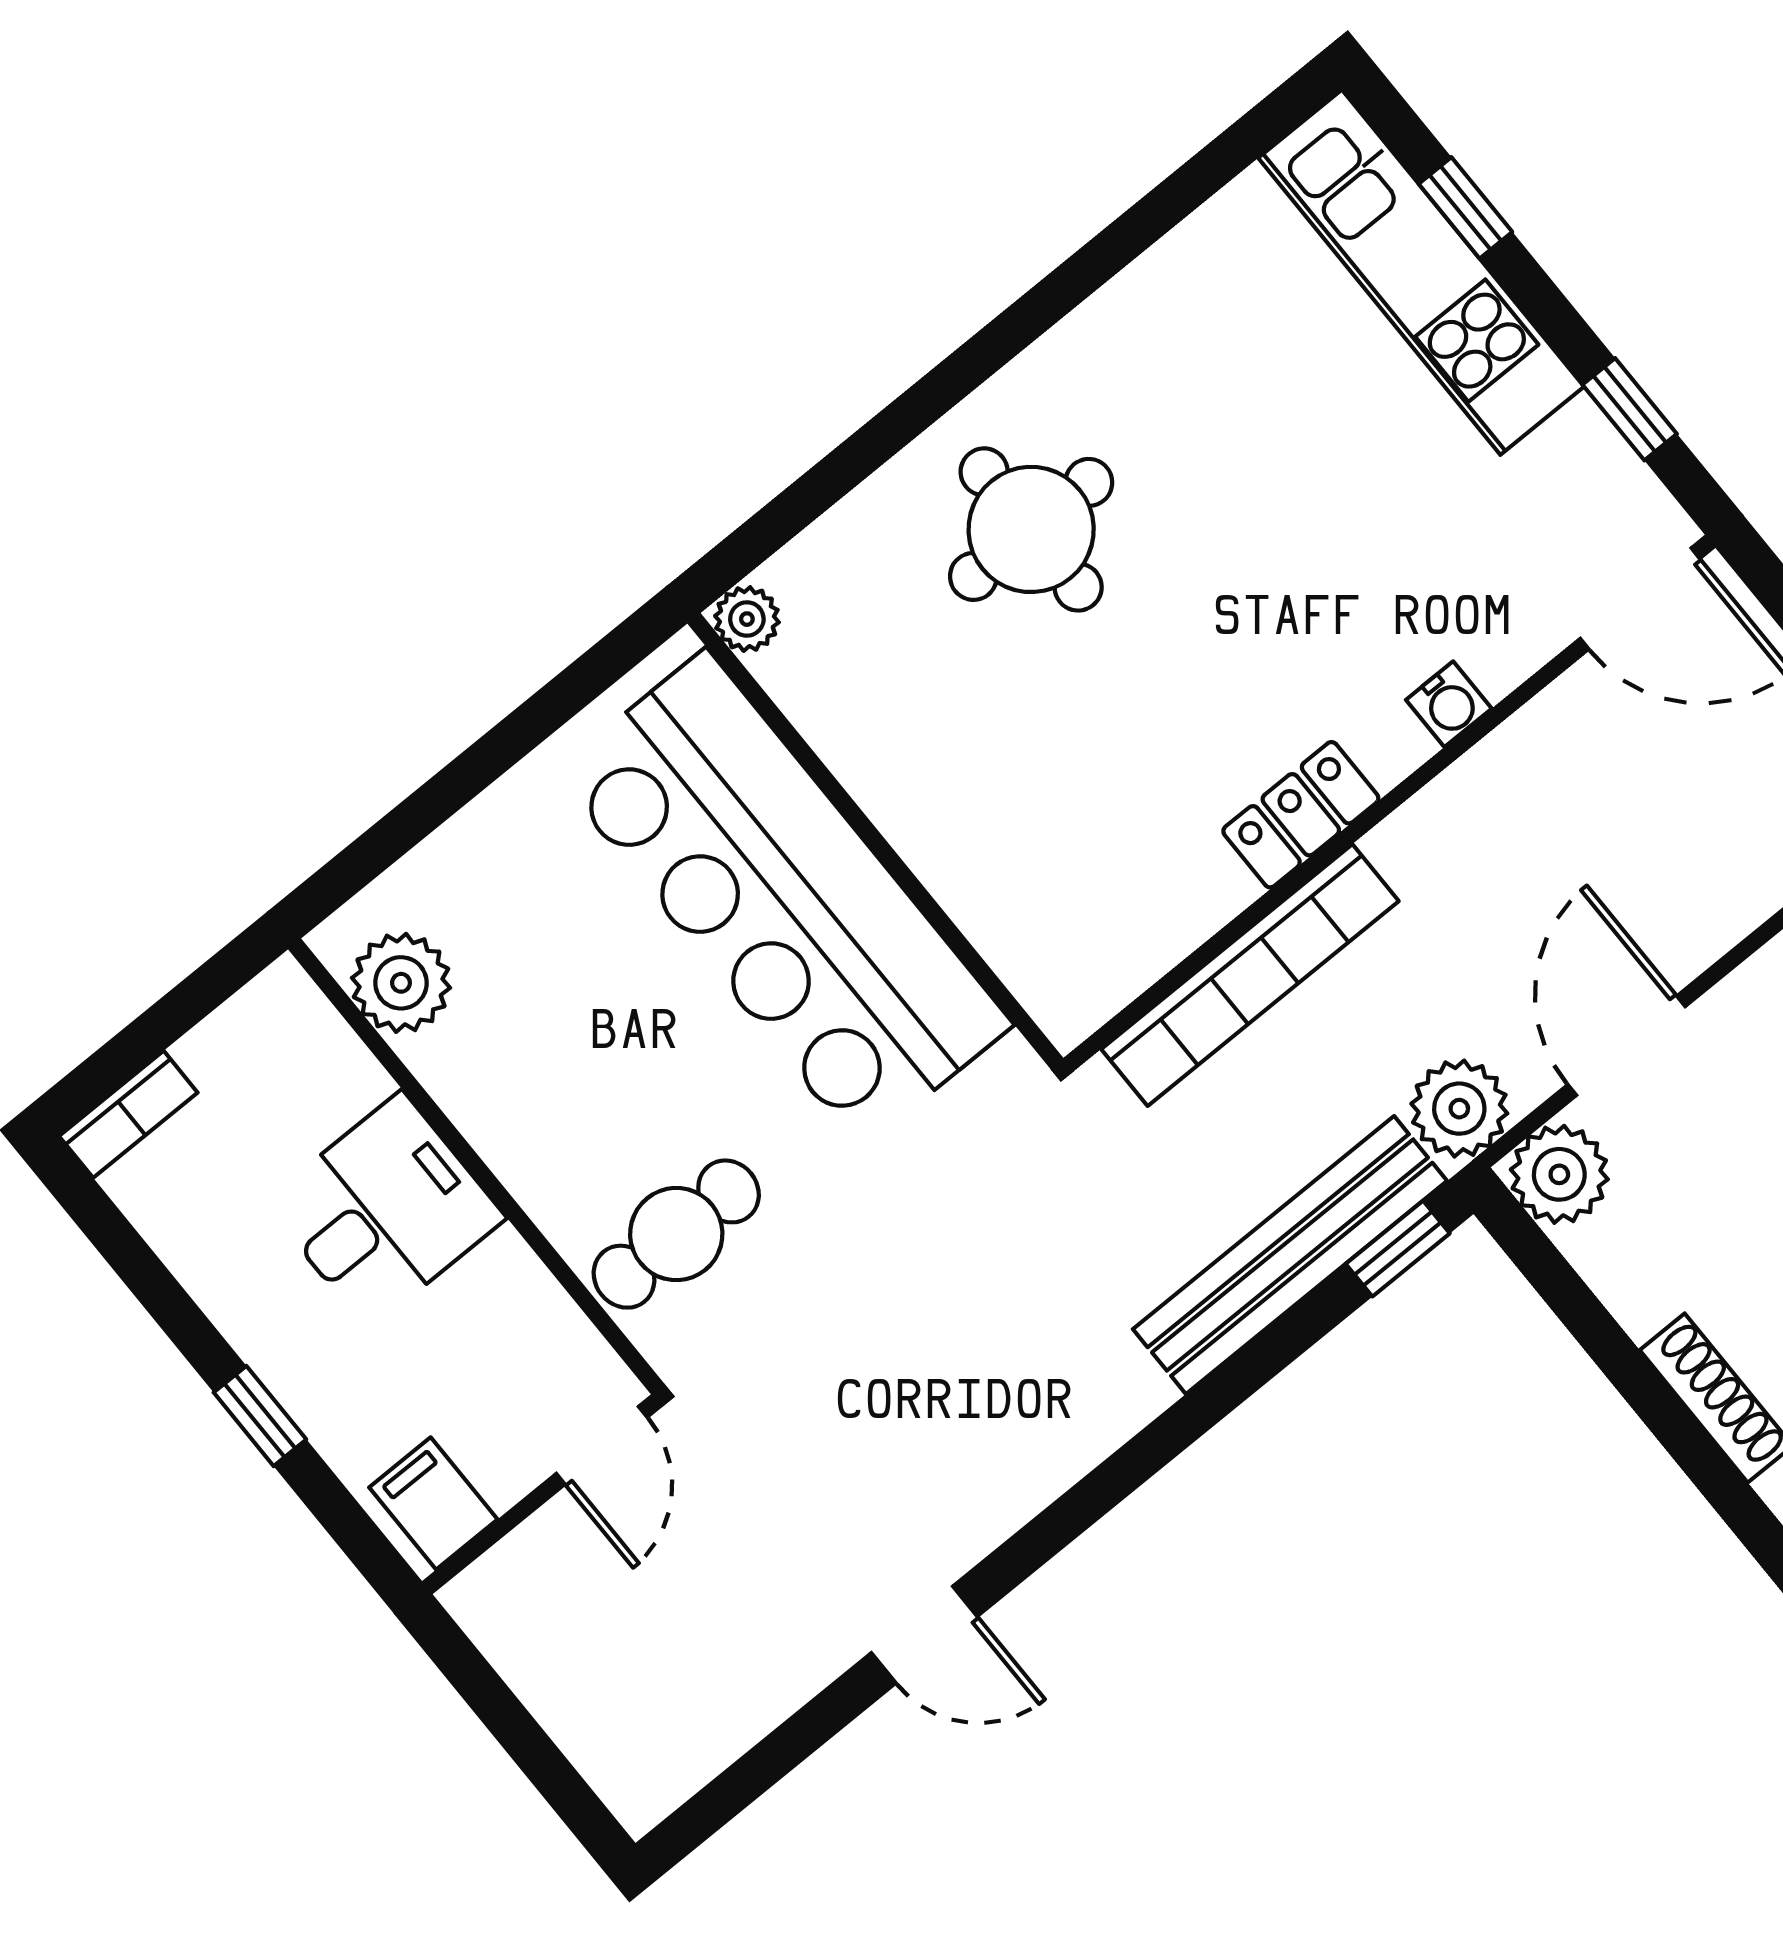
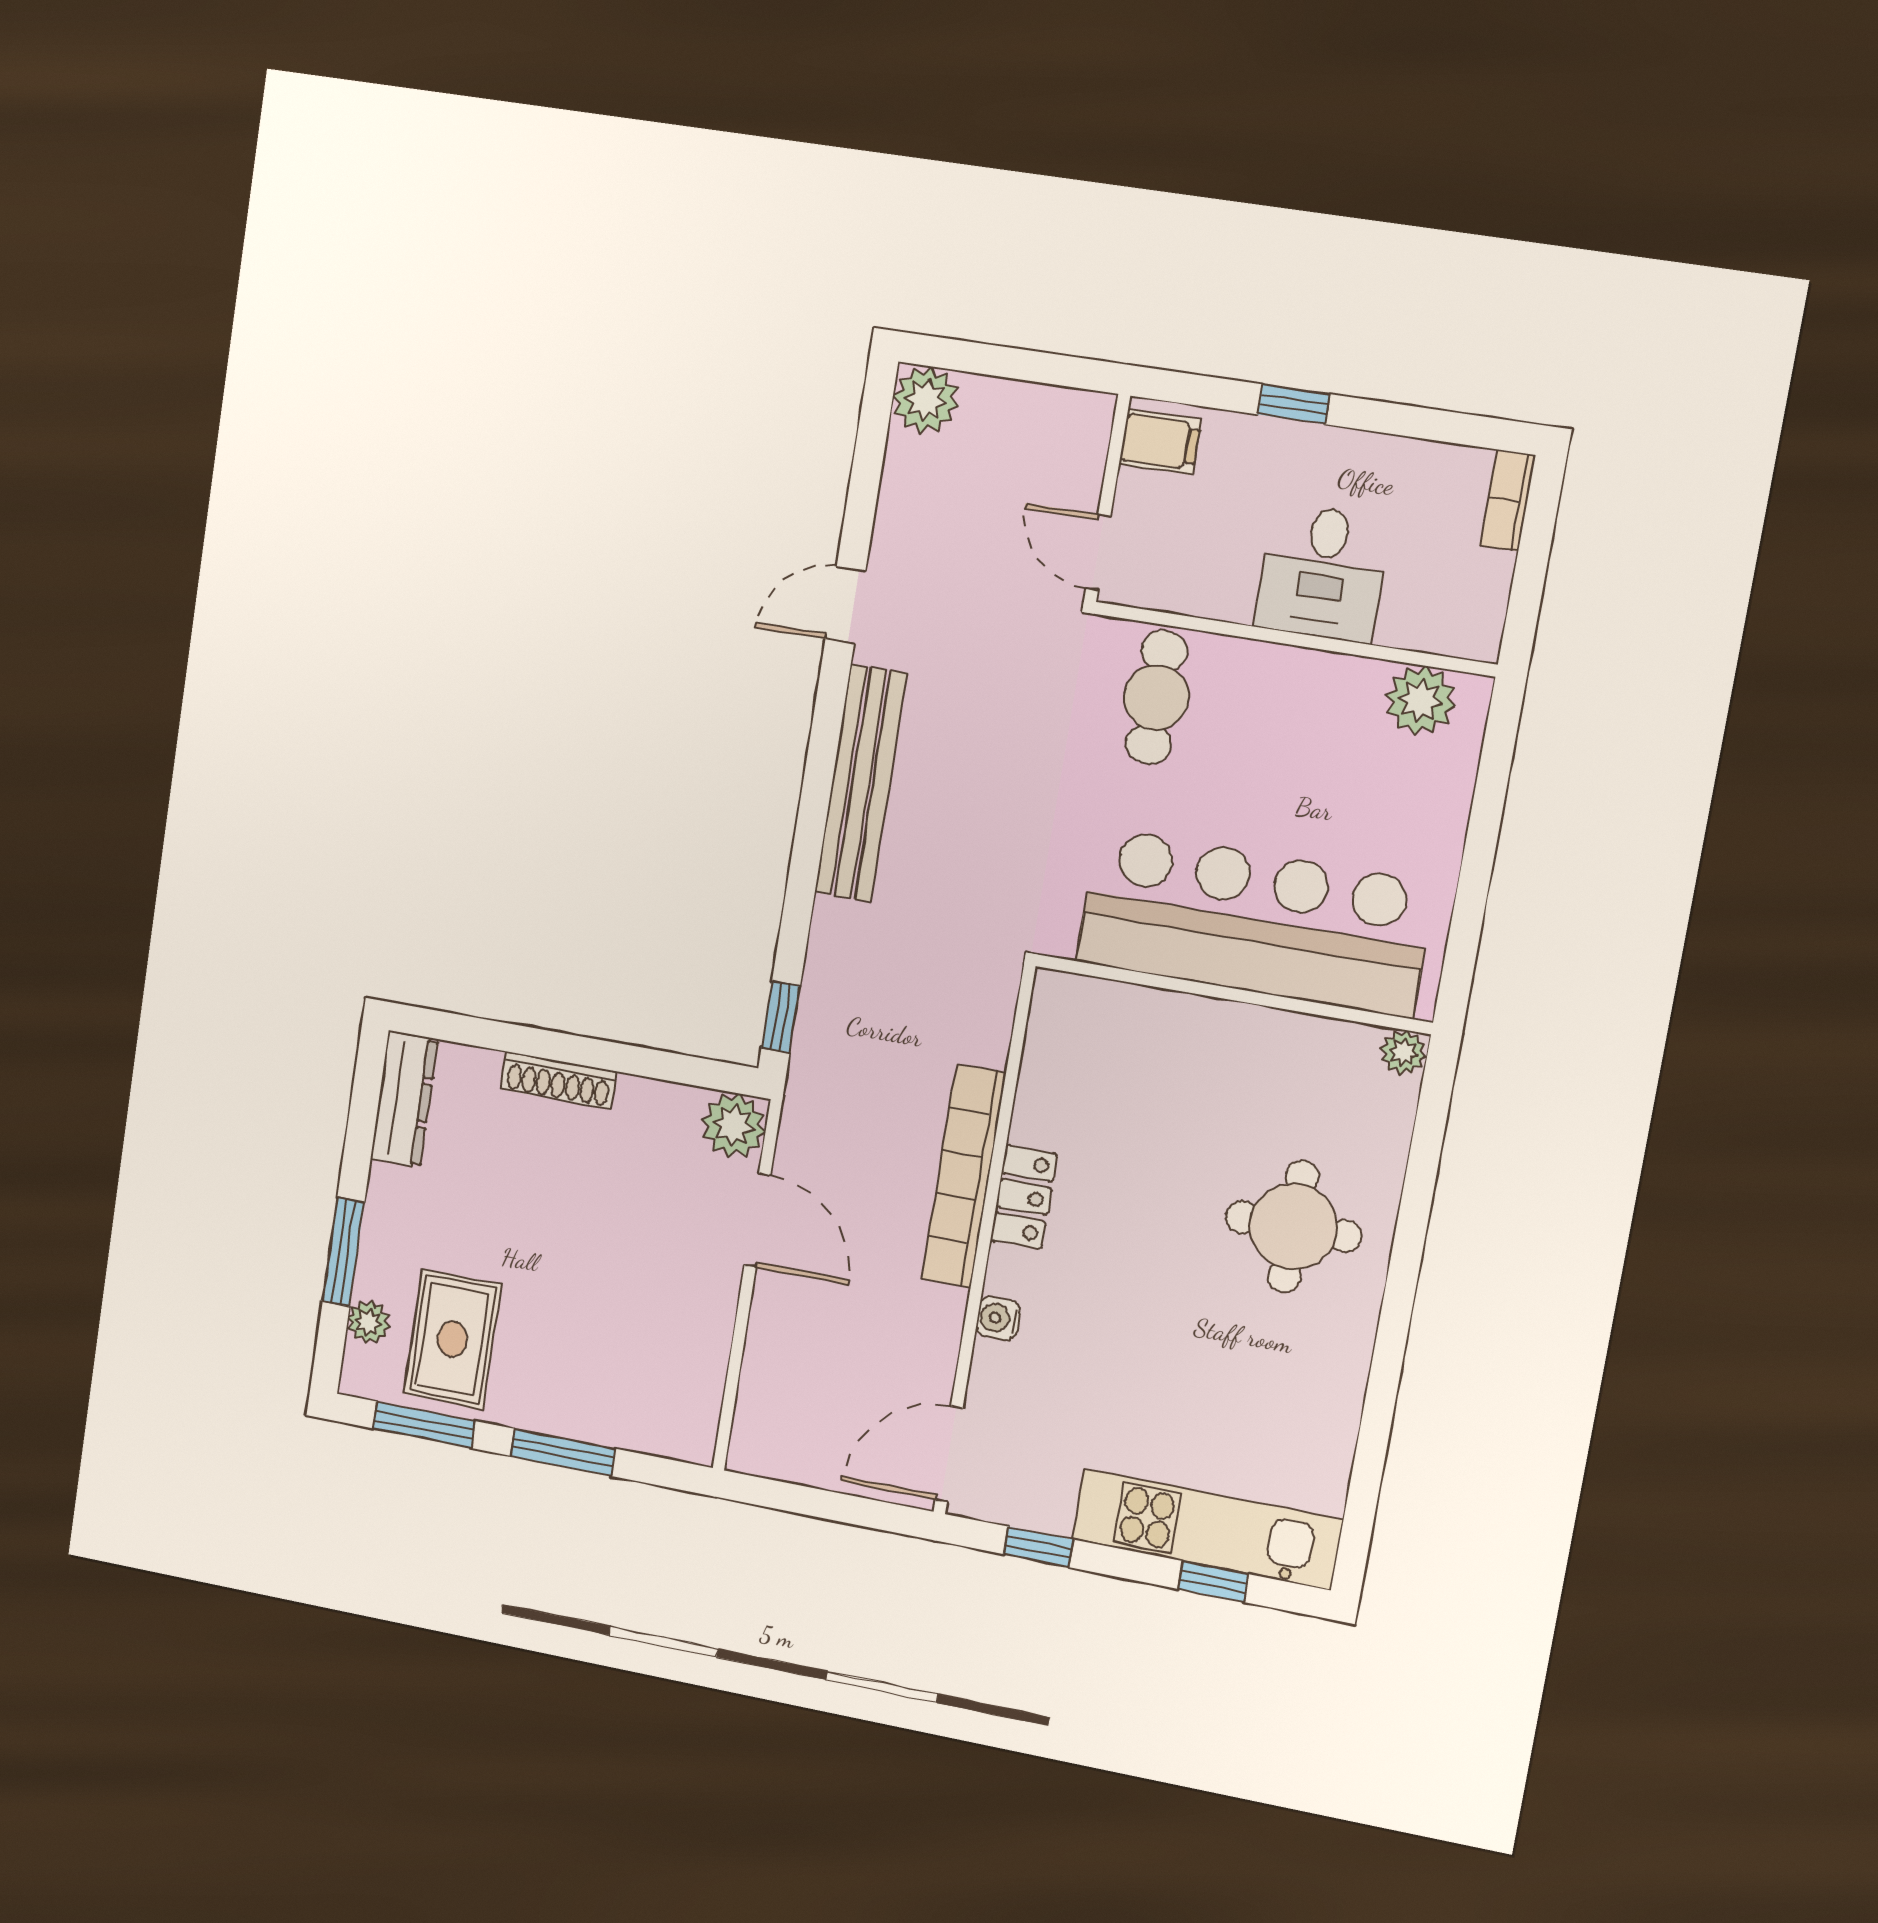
bookcase: (1250, 975) -> (964, 1176), moved
plant: (1459, 1109) -> (926, 400), moved
bench: (1290, 1255) -> (861, 783), moved

